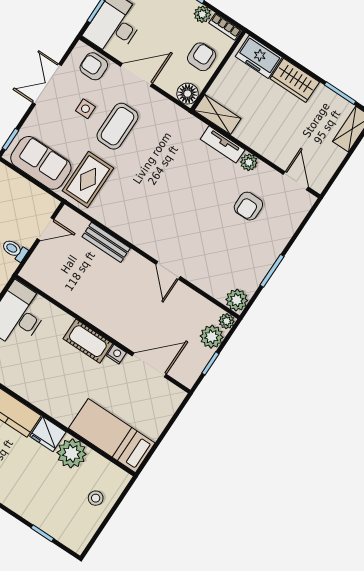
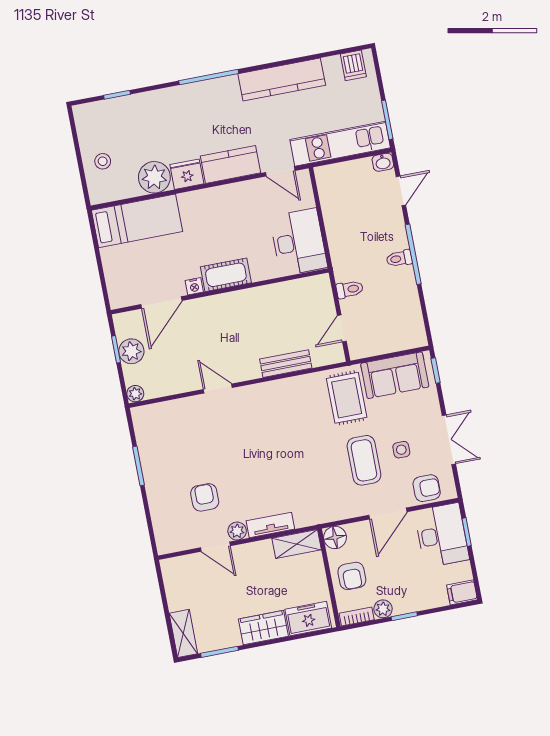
door: (296, 181) -> (215, 547), moved
plant: (237, 300) -> (143, 417), removed
plant: (212, 337) -> (131, 351), moved

